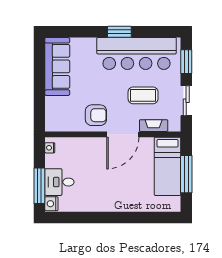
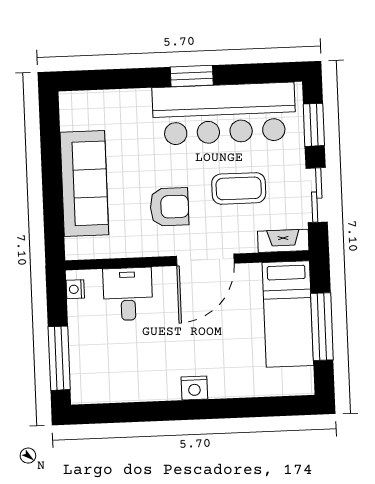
sofa: (57, 66) -> (84, 184), moved
armchair: (96, 115) -> (169, 207), moved
fireplace: (154, 126) -> (283, 241), moved
desk: (59, 182) -> (128, 294), moved, turned 90
nightstand: (51, 204) -> (194, 388), moved, turned -90

